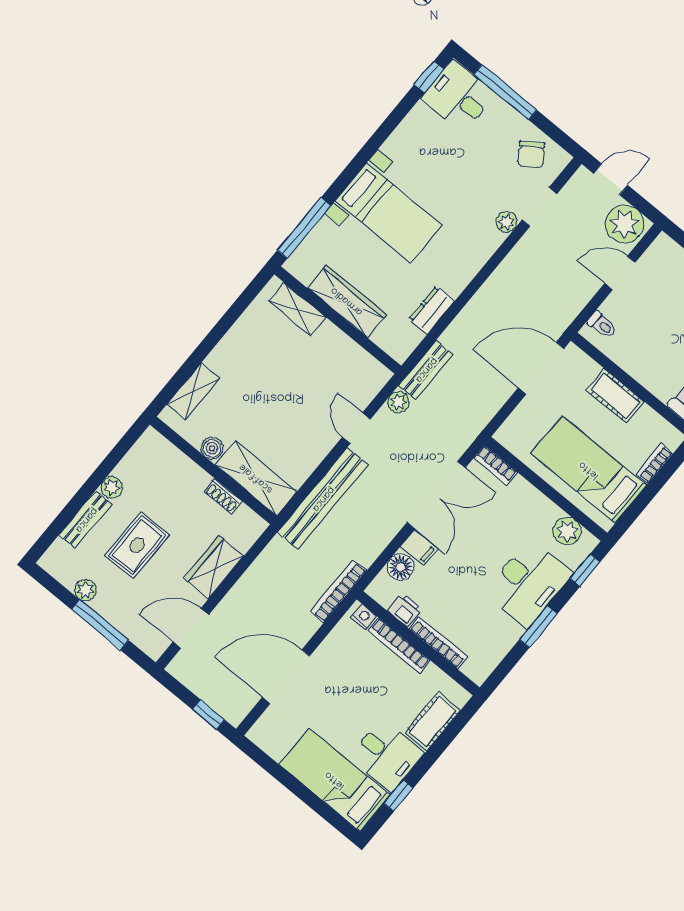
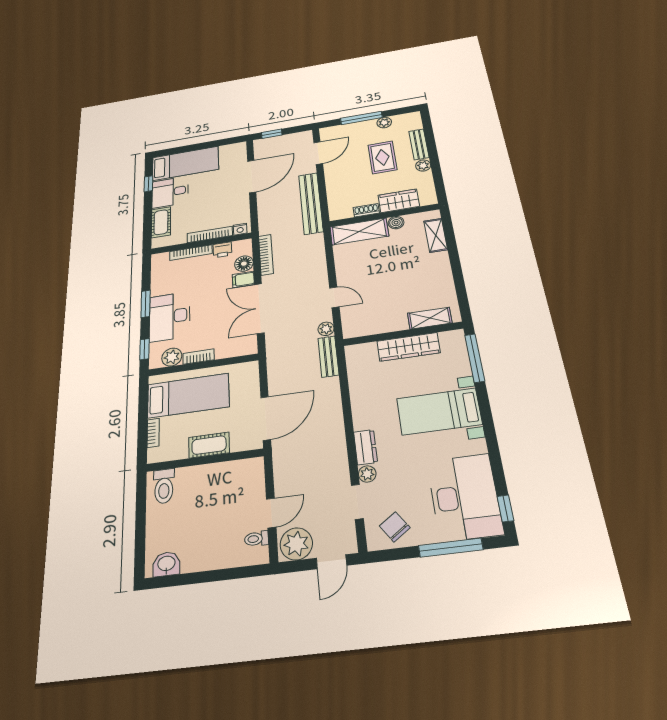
desk: (458, 96) -> (465, 497), width x1.87, depth x1.30
dresser: (431, 310) -> (365, 447), moved
toilet: (602, 325) -> (256, 539), moved
bookcase: (495, 465) -> (199, 357), moved
bench: (323, 499) -> (311, 203), moved
wardrobe: (214, 567) -> (399, 201), moved, turned -90
bookcase: (339, 591) -> (266, 255), moved

